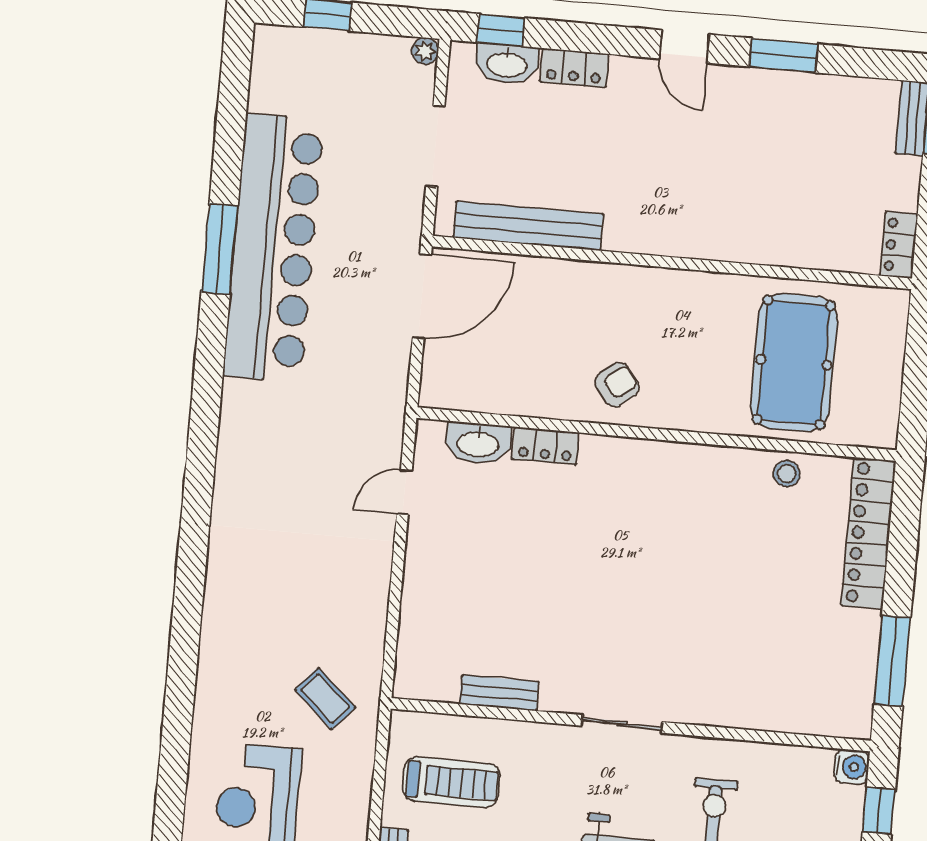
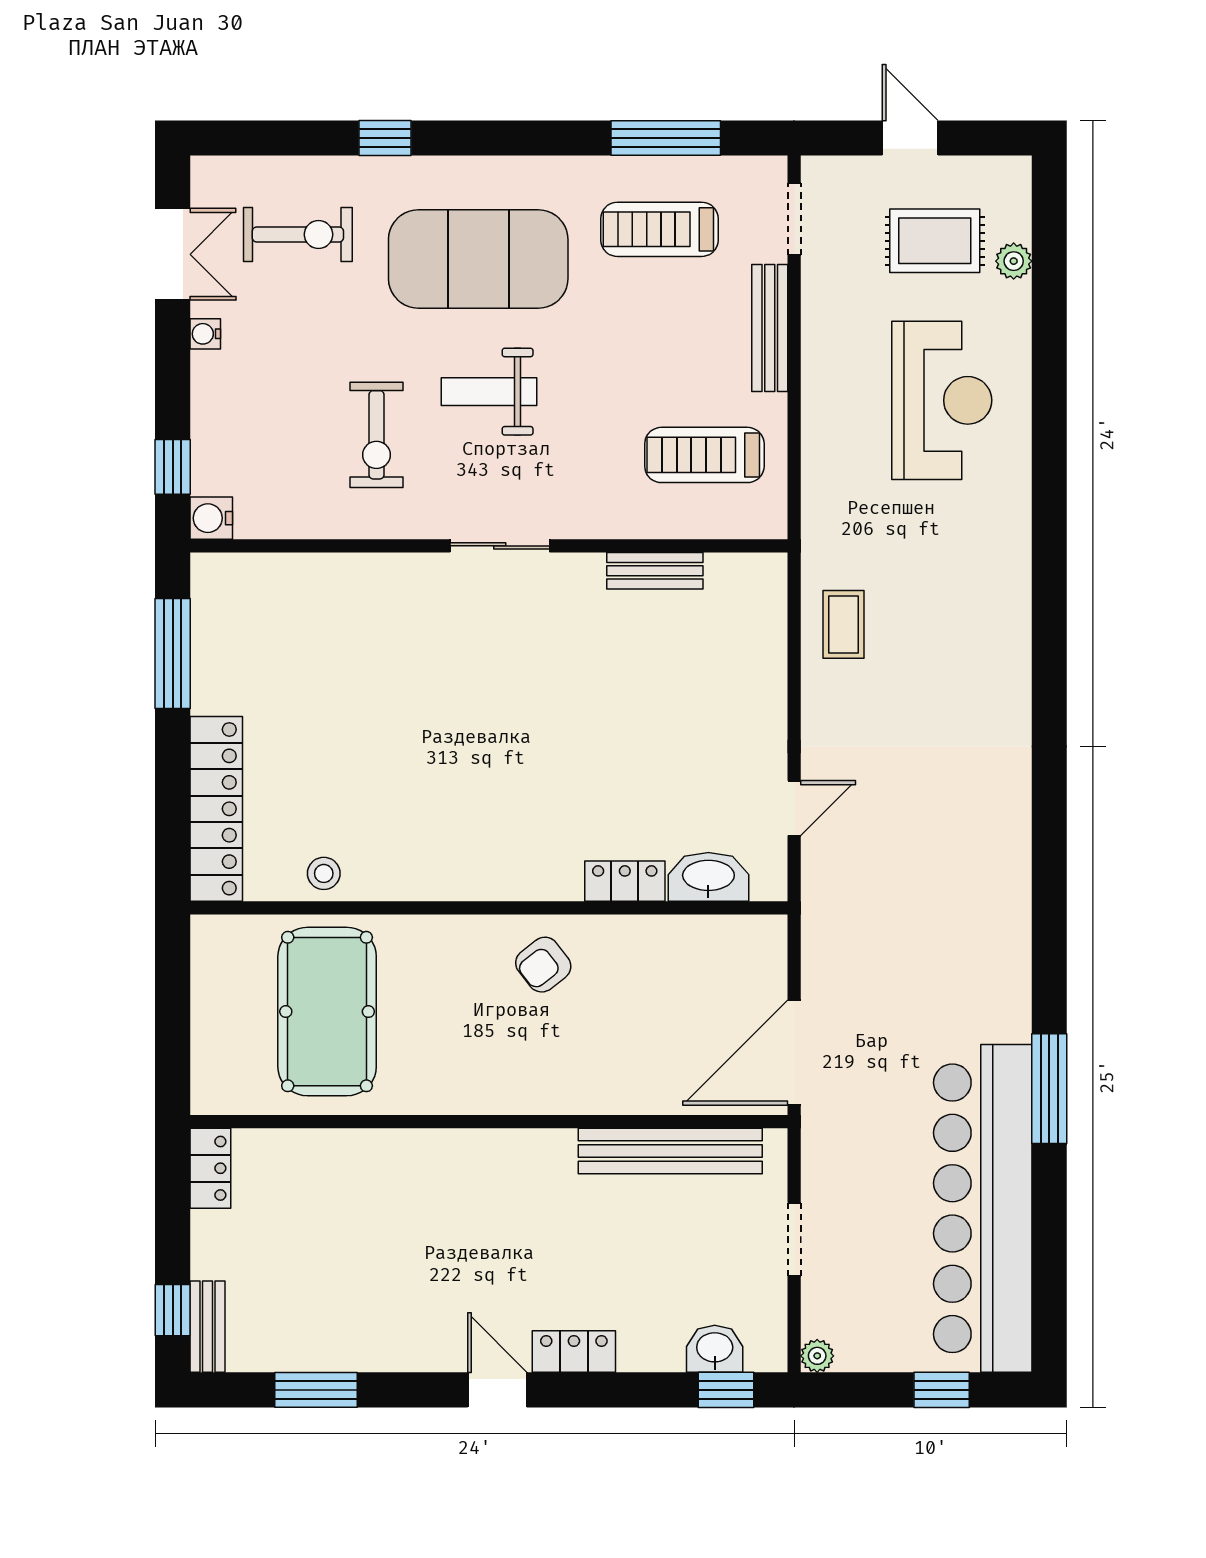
window: (783, 55) -> (316, 1390), moved
washbasin: (507, 64) -> (715, 1349), width x0.72
locker: (574, 68) -> (574, 1351), moved
doorway: (435, 146) -> (794, 1239), width x0.73
bar counter: (274, 248) -> (983, 1208), moved
coffee table: (325, 699) -> (844, 624), moved, turned 48

